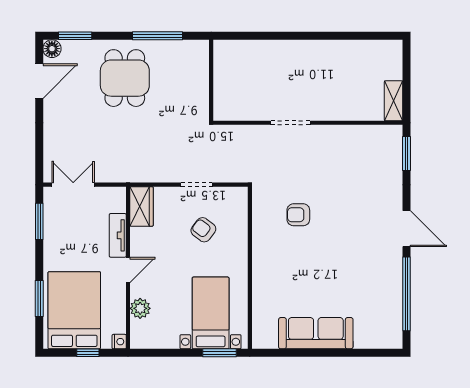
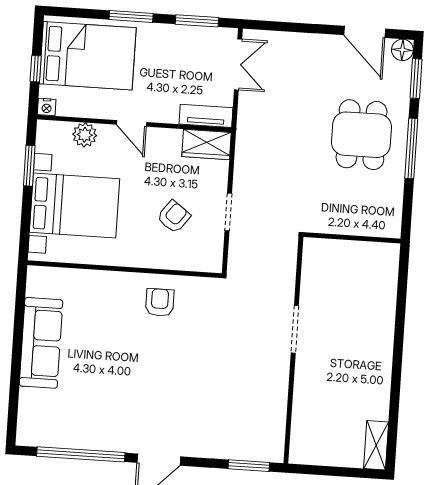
window: (157, 36) -> (411, 148), moved
dining table: (125, 78) -> (362, 135), turned 90
shelving: (393, 101) -> (376, 445), moved, turned 90
armchair: (298, 215) -> (160, 302), moved
tv unit: (118, 235) -> (206, 116), moved
window: (39, 298) -> (131, 16), moved
bed with nightstands: (211, 313) -> (74, 206), width x1.36
window: (219, 353) -> (29, 166), moved

